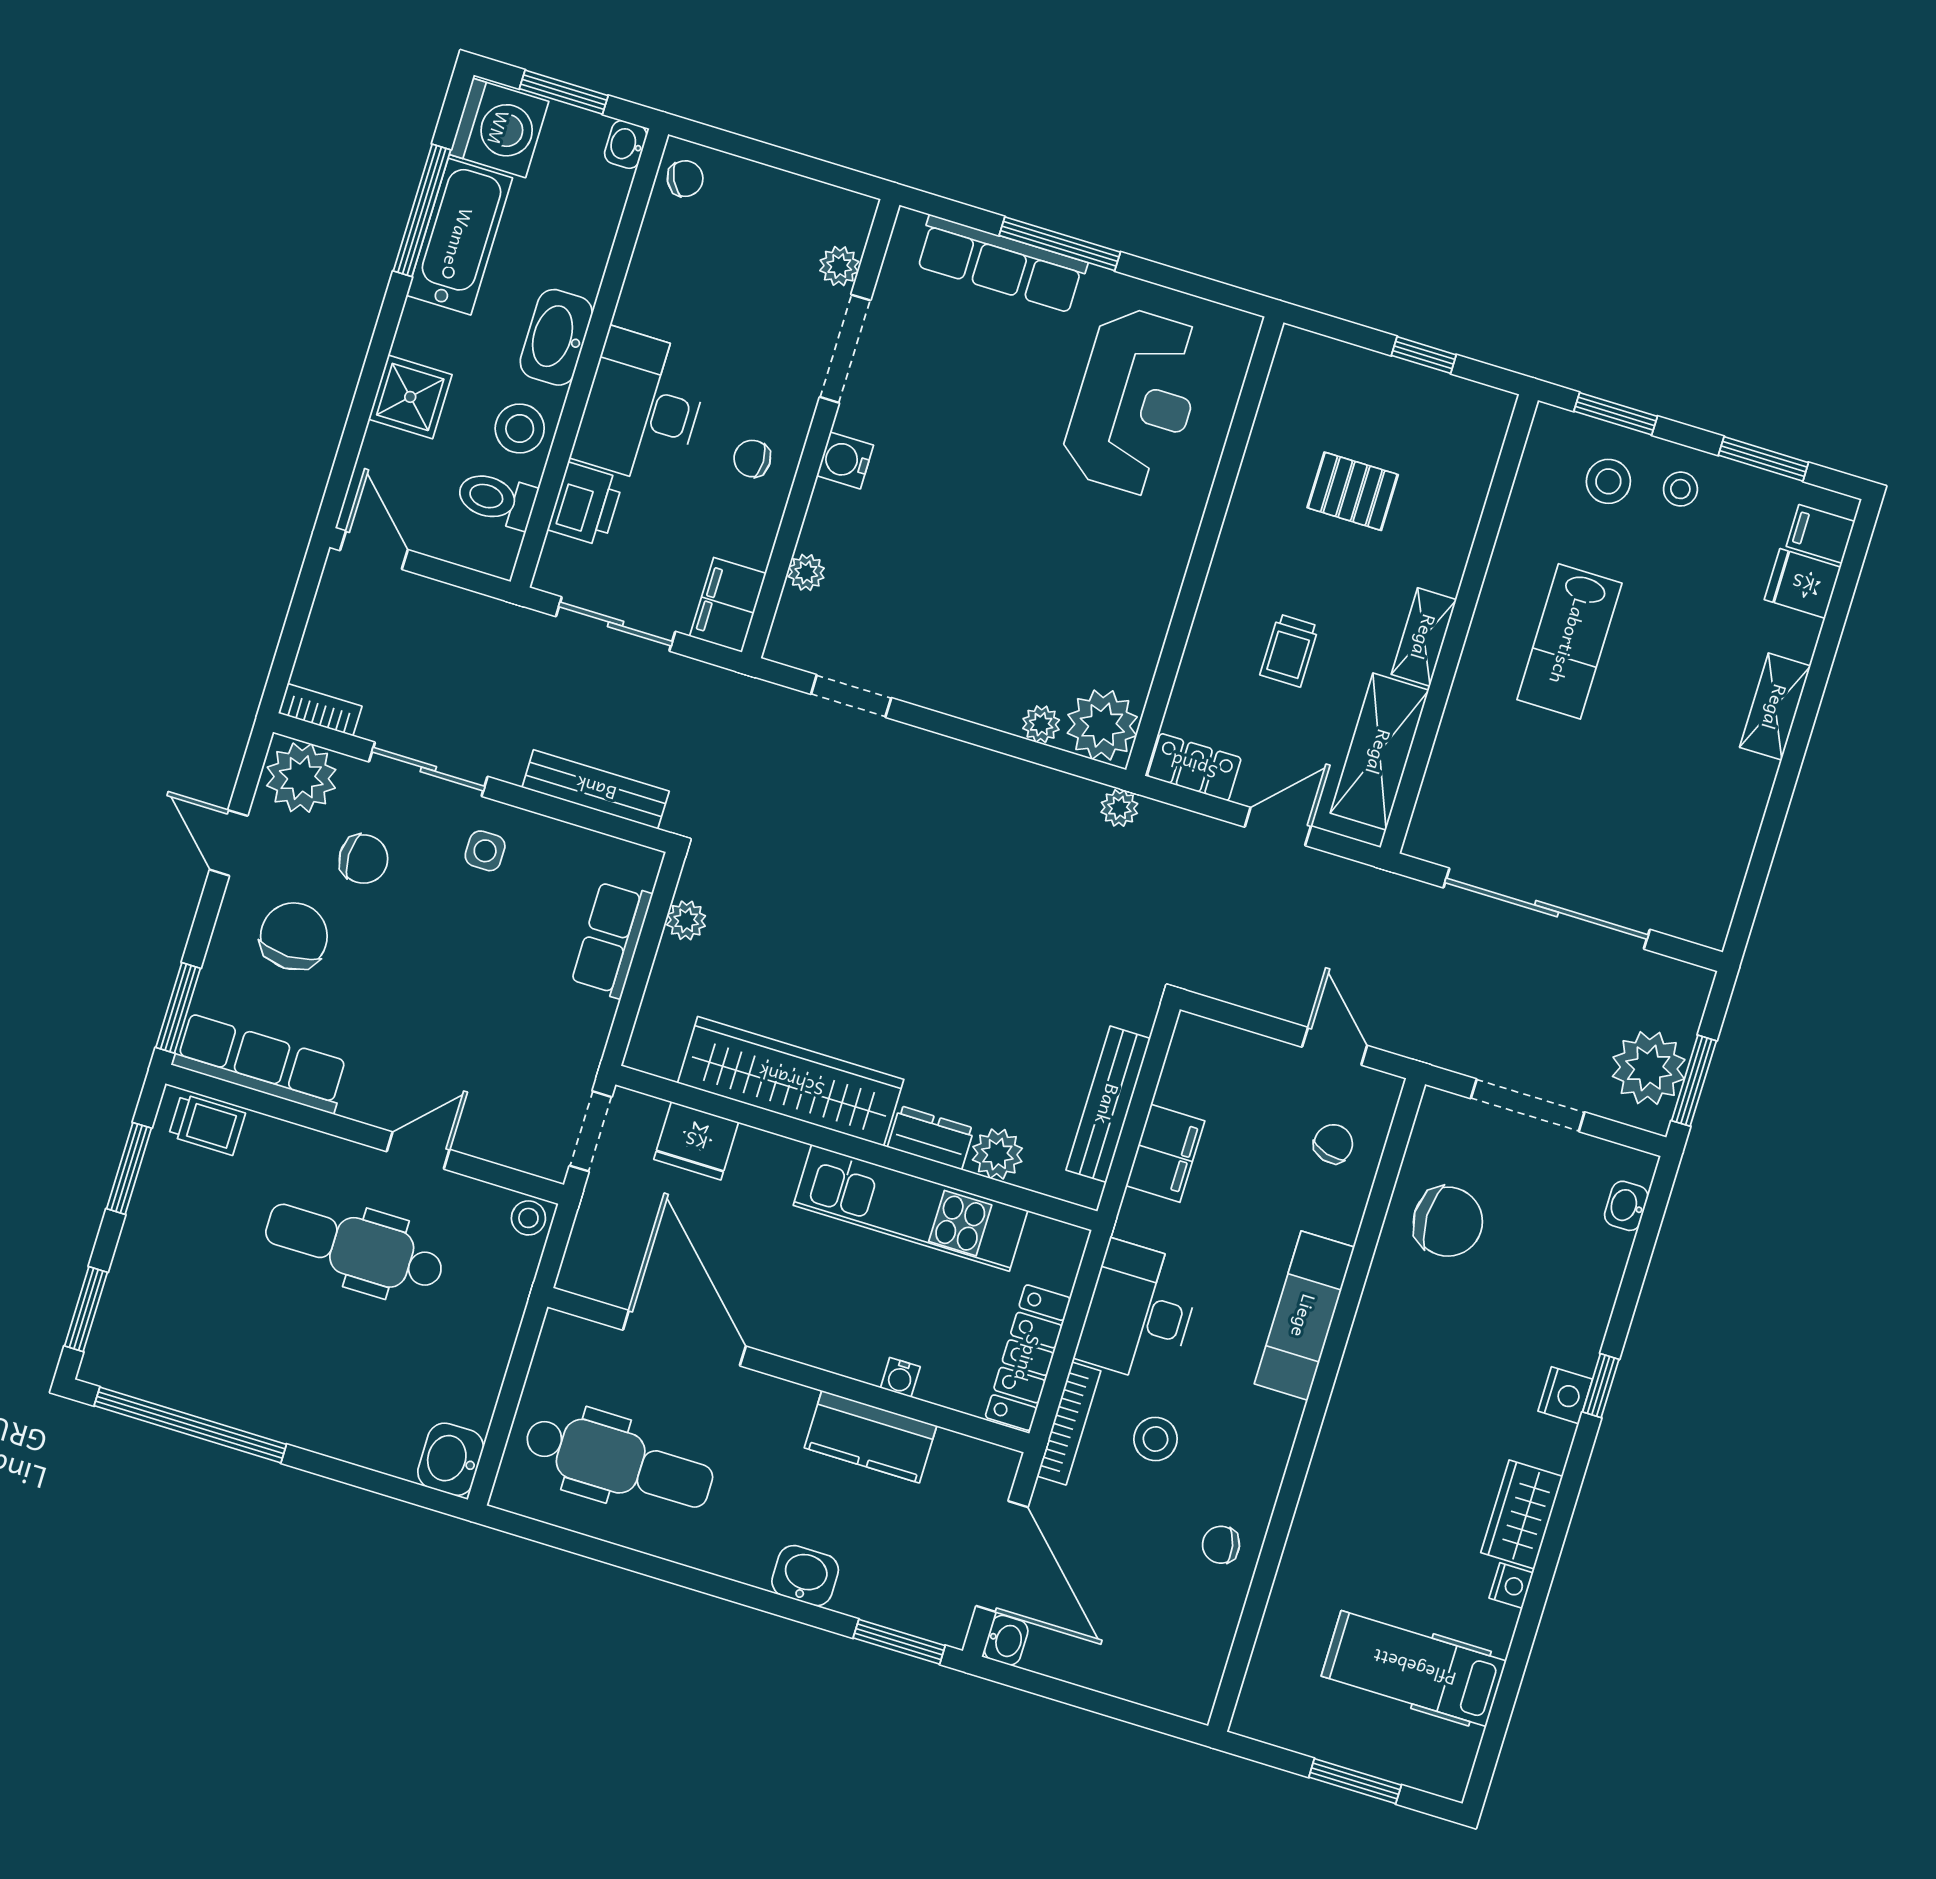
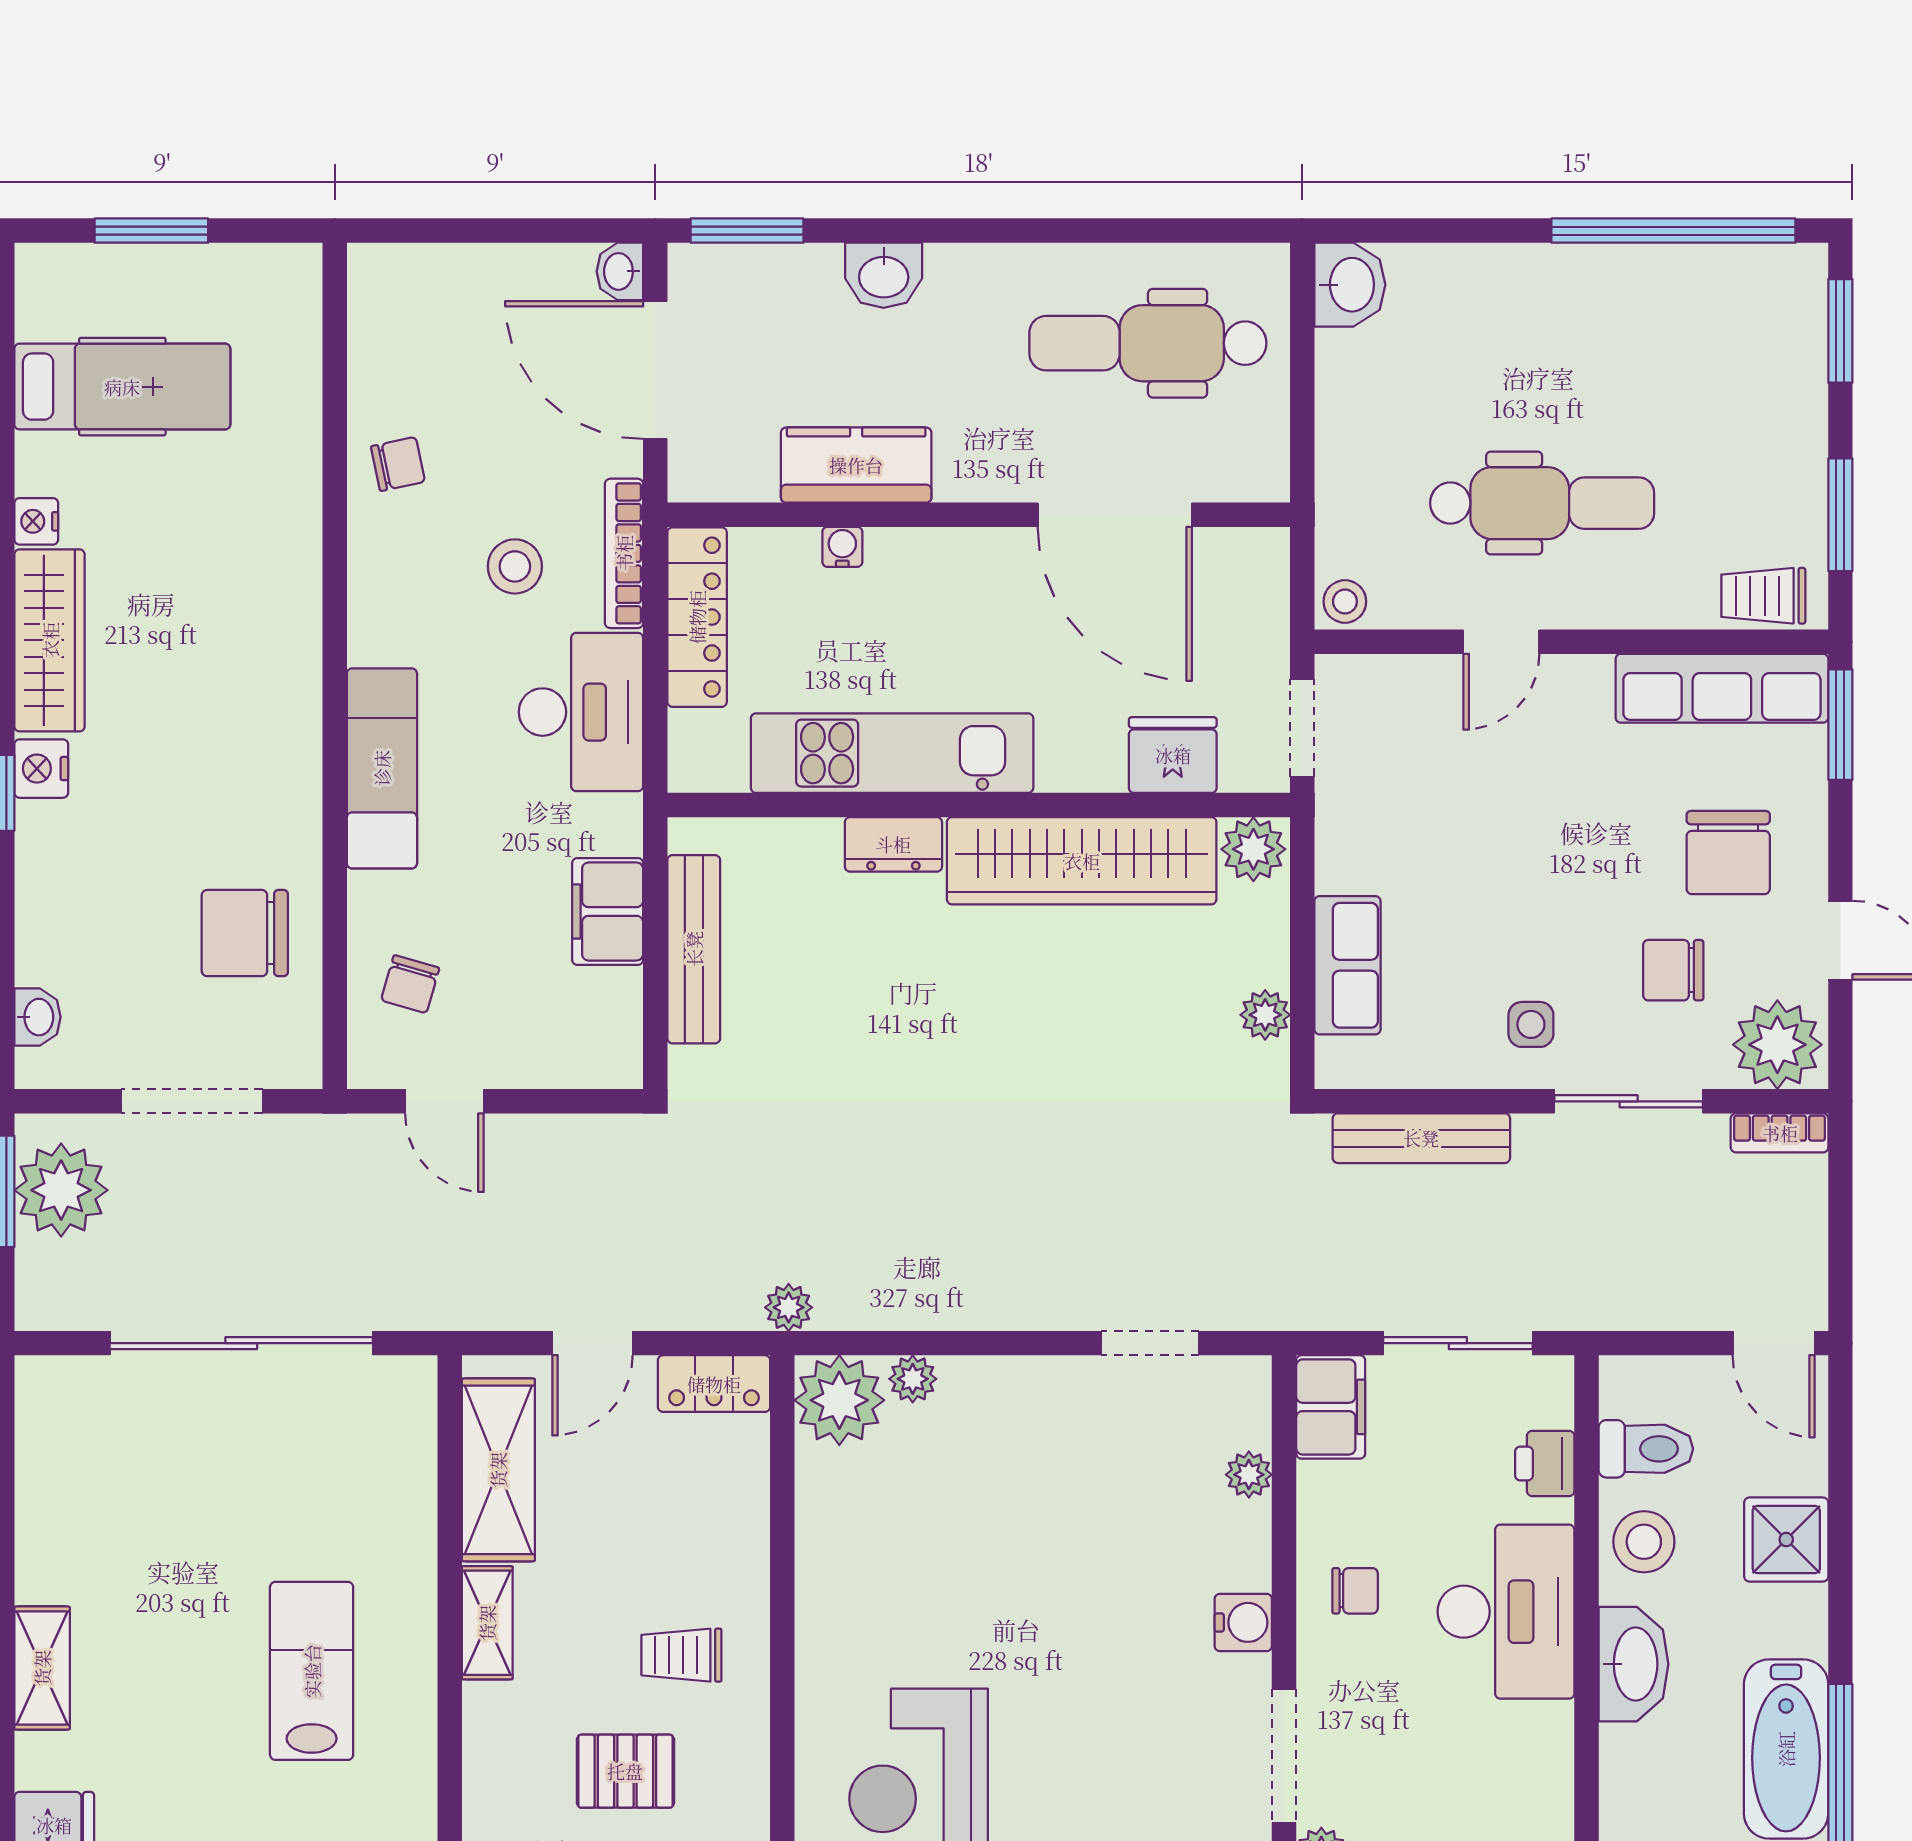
printer: (586, 504) -> (1545, 1463), width x0.73, depth x0.81
trolley: (1289, 650) -> (681, 1655), moved, turned -90
plant: (997, 1154) -> (1253, 849), moved
wardrobe: (1522, 1514) -> (50, 640), width x1.50

